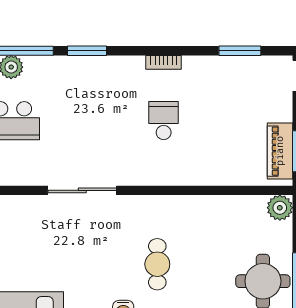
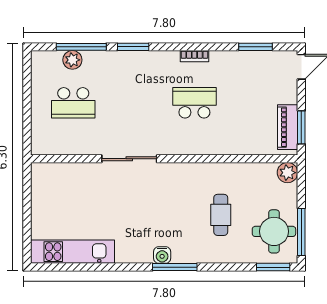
school desk: (164, 121) -> (194, 103), width x1.85
cafe table: (157, 264) -> (221, 215), moved

